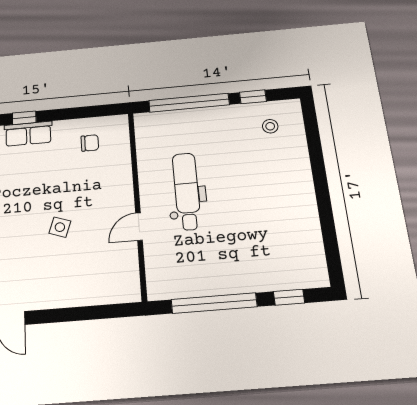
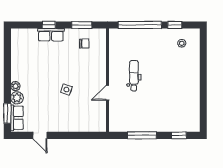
window: (83, 112) -> (82, 25), added
dental chair: (187, 191) -> (134, 76), width x0.73, depth x0.72
window: (214, 303) -> (142, 135), width x0.68

